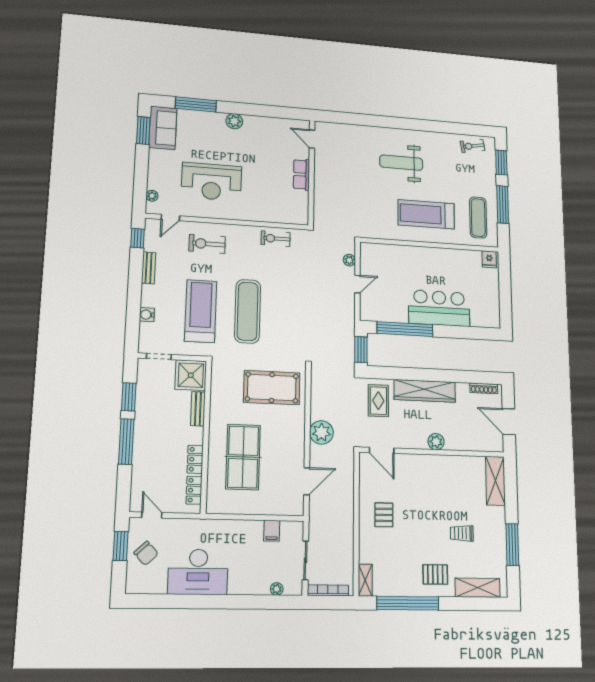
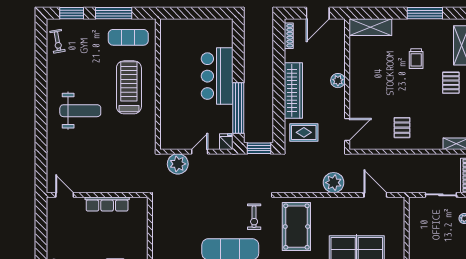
door: (312, 139) -> (65, 195), swing flipped
weight bench: (401, 163) -> (80, 111), turned -90
row of seats: (301, 175) -> (107, 204), width x1.48
treadmill: (426, 214) -> (129, 87), turned 180
exercise bike: (276, 239) -> (254, 217), moved
fridge: (489, 259) -> (226, 142), moved, turned -90
plant: (349, 260) -> (178, 164), width x1.87, depth x1.87
door: (357, 284) -> (200, 152), hinge flipped
pallet: (384, 515) -> (402, 128), turned 90
filing cabinet: (272, 531) -> (417, 224), removed

